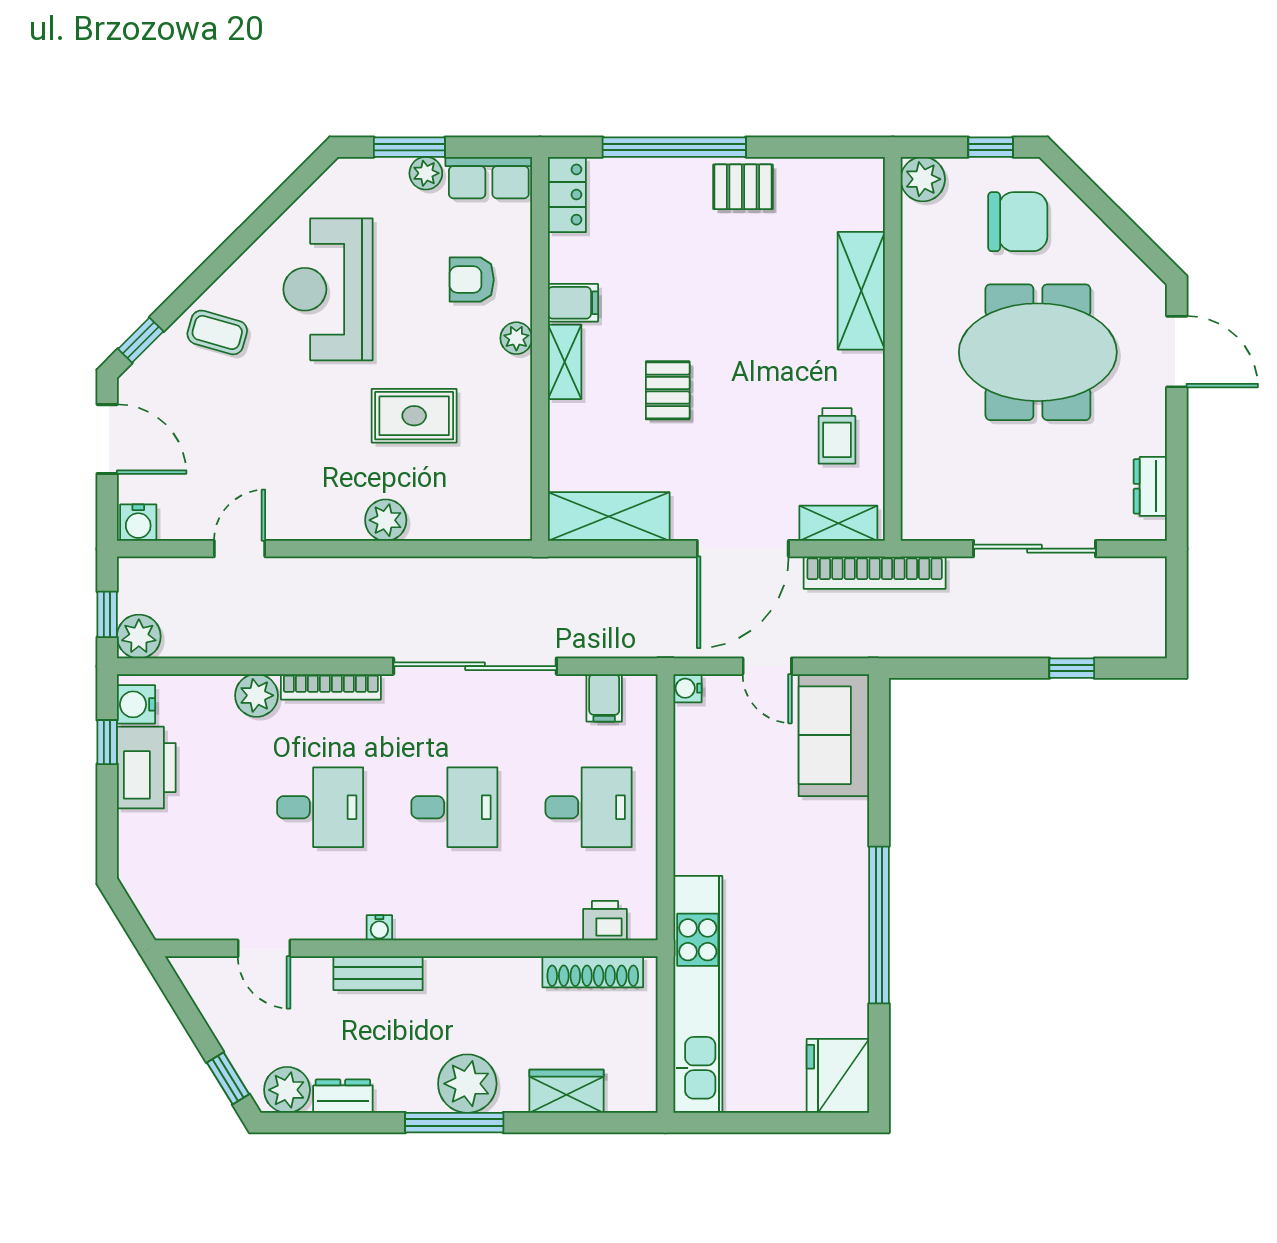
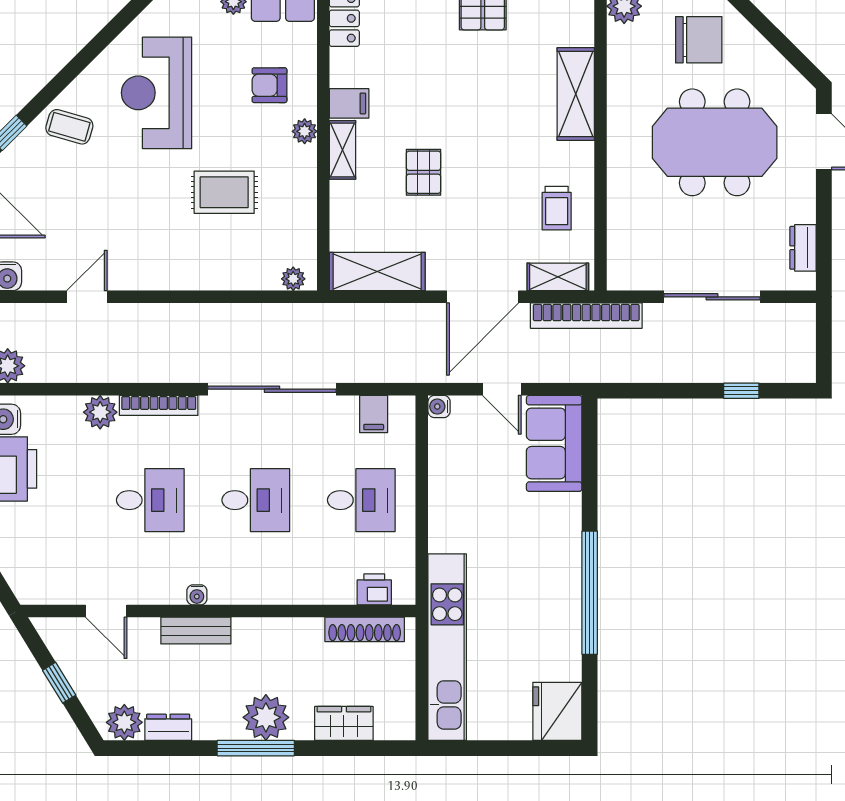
plant: (386, 520) -> (293, 279), moved, width x0.73, depth x0.73
window: (228, 1078) -> (59, 683), moved

